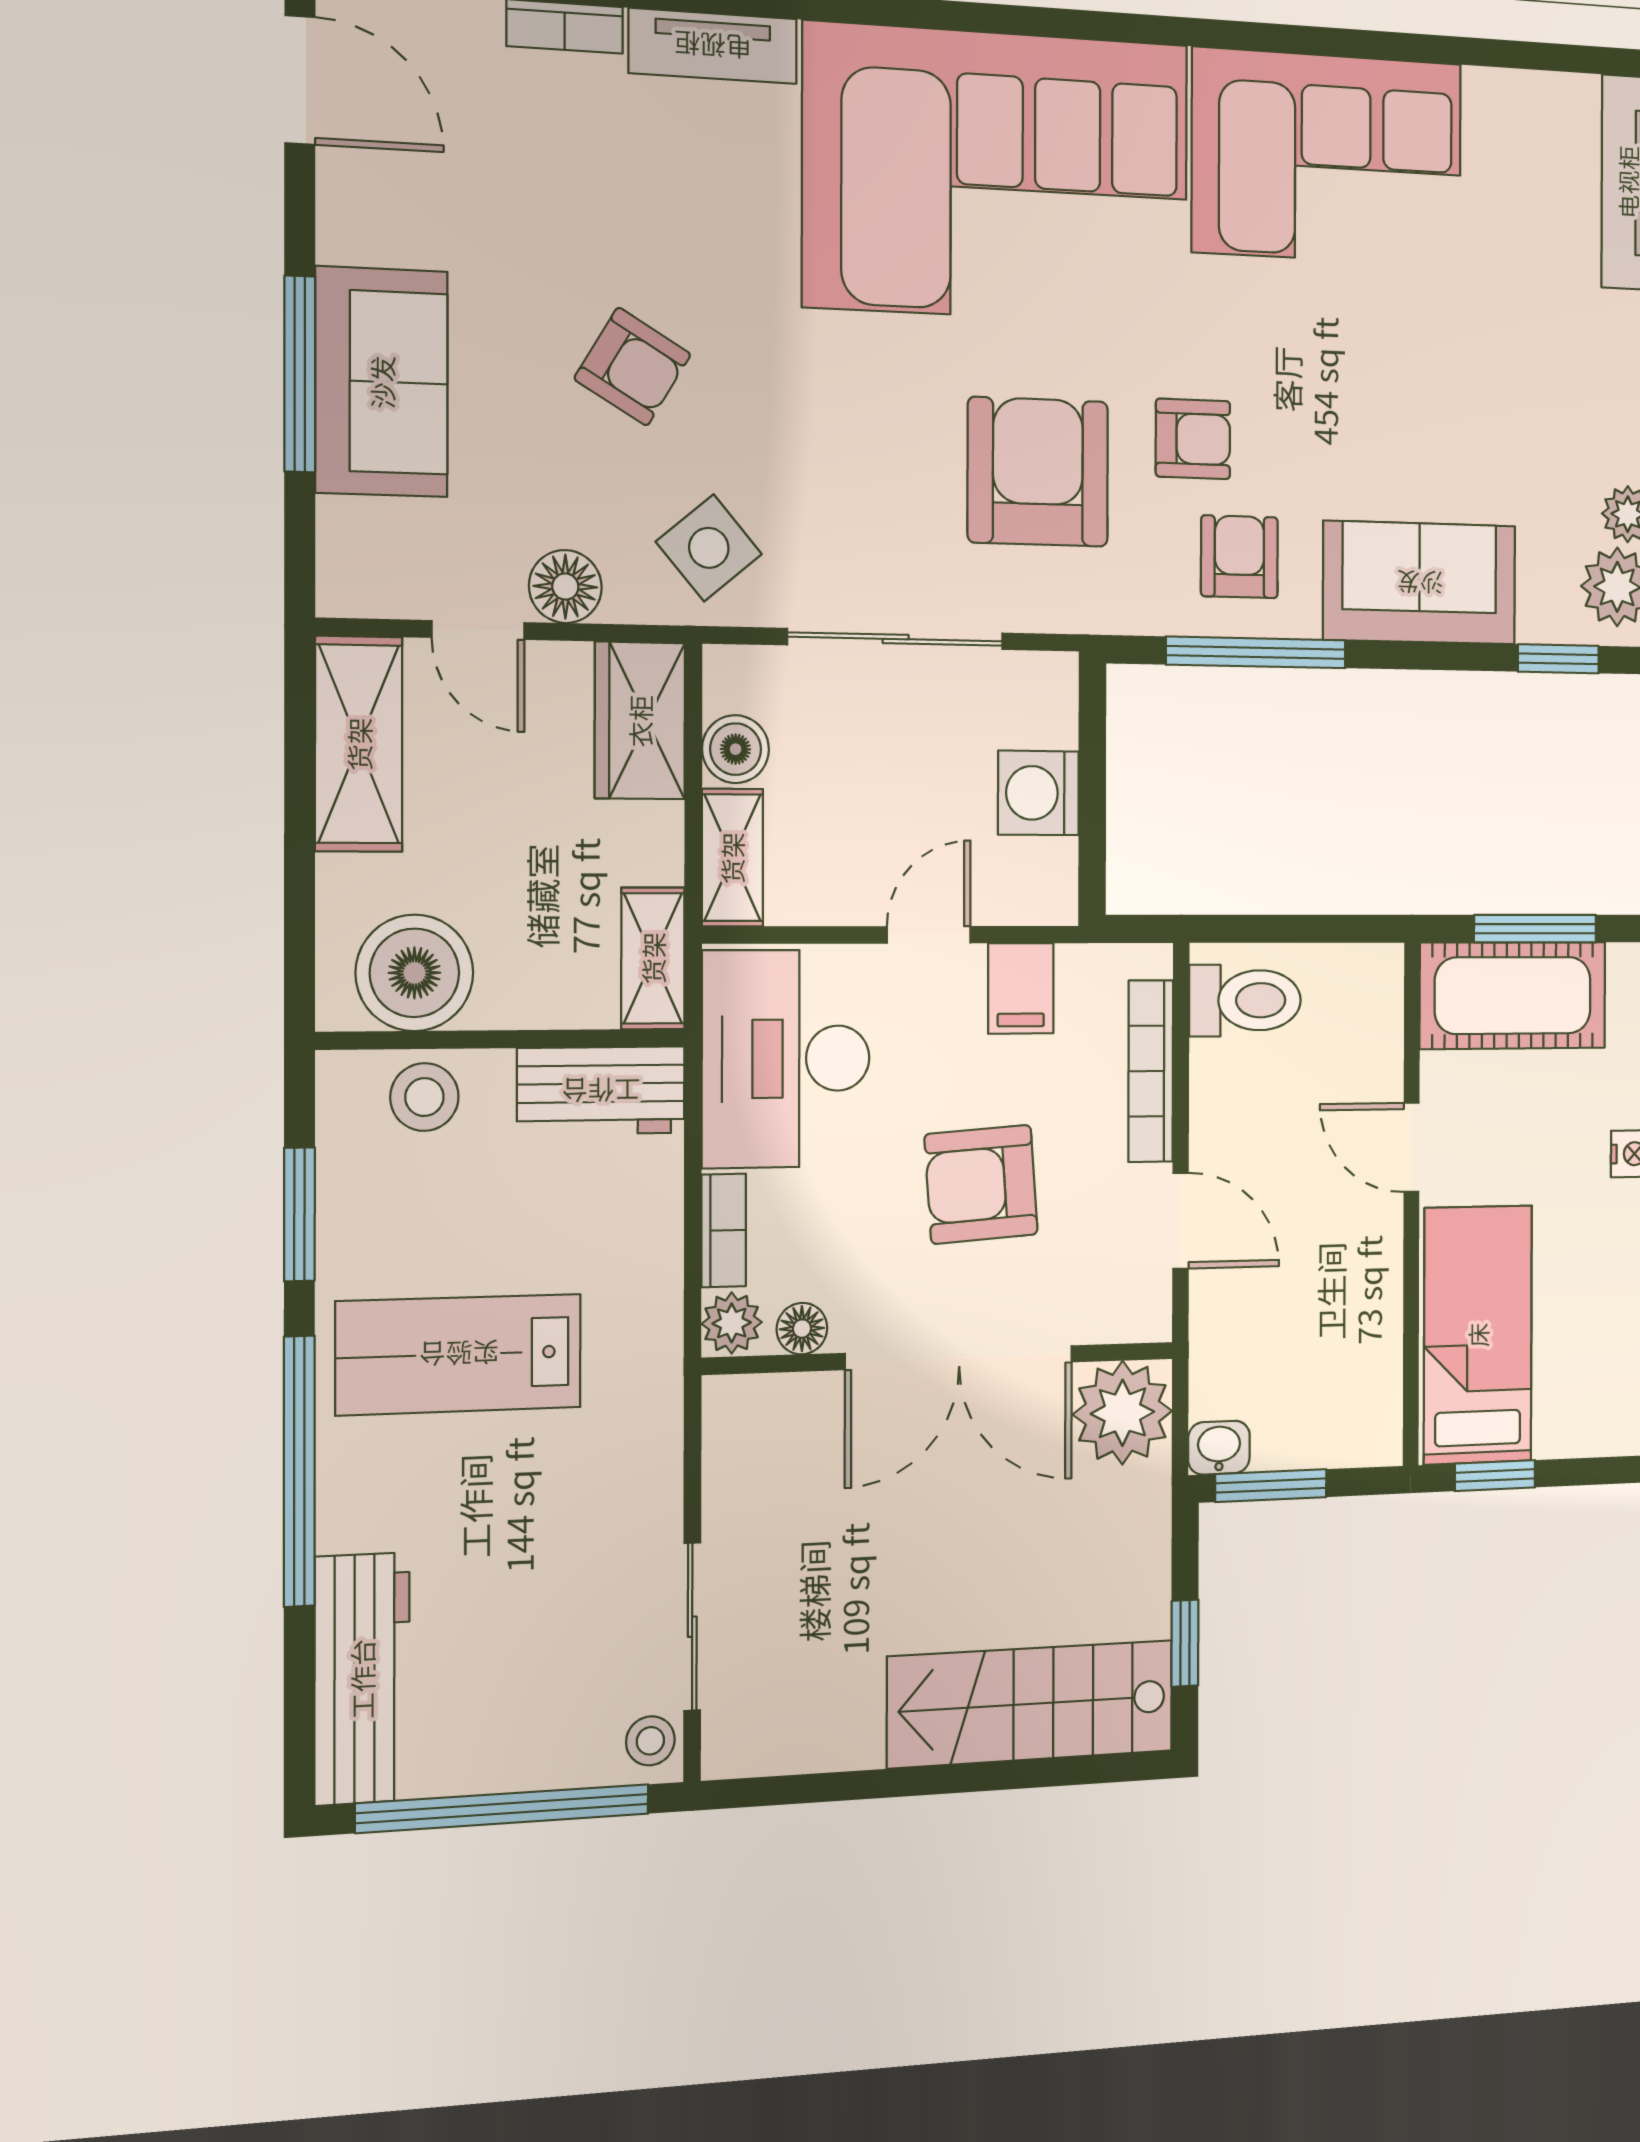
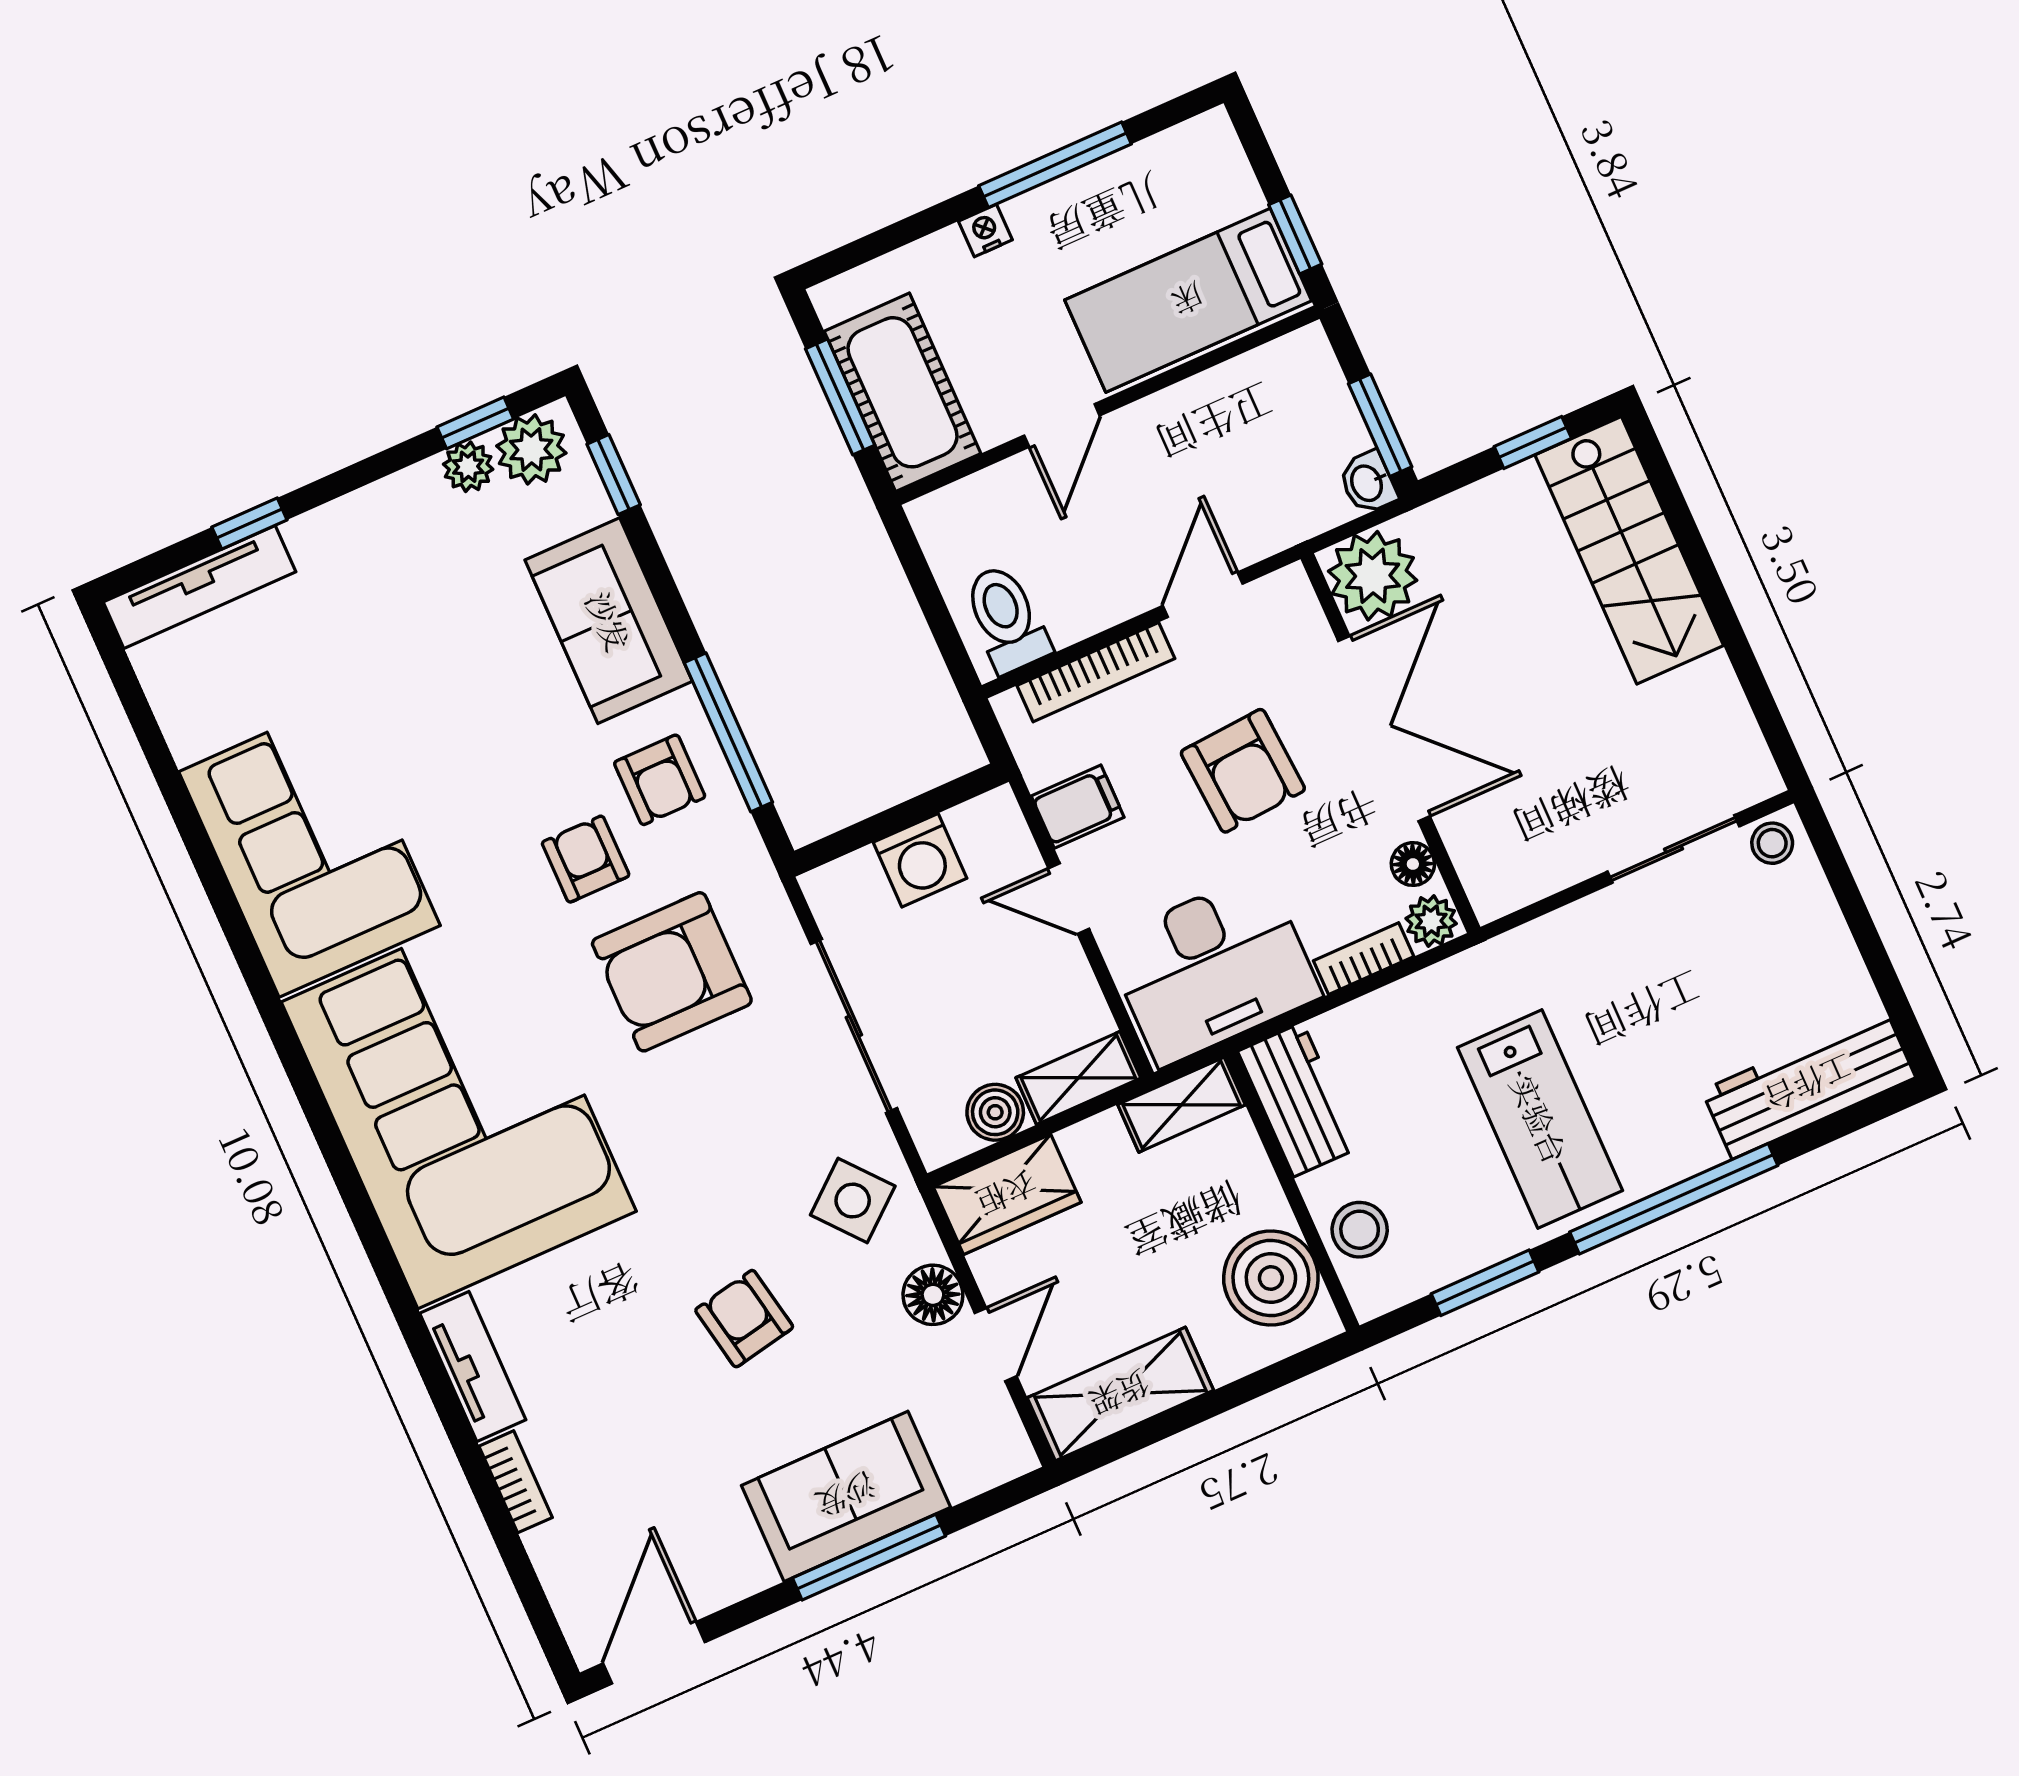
armchair: (632, 367) -> (744, 1319), turned -42
armchair: (1239, 557) -> (660, 780), turned -90
window: (503, 1809) -> (1865, 934), removed

